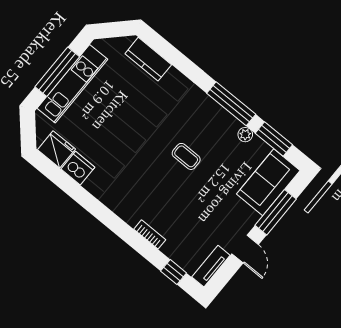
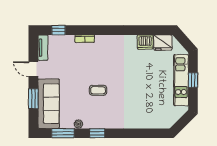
kitchen counter: (148, 59) -> (154, 122), removed
window: (57, 72) -> (193, 80), width x0.46
window: (231, 104) -> (97, 133), width x0.46
sofa: (268, 182) -> (49, 104), width x1.36
window: (276, 212) -> (33, 99), width x0.69

